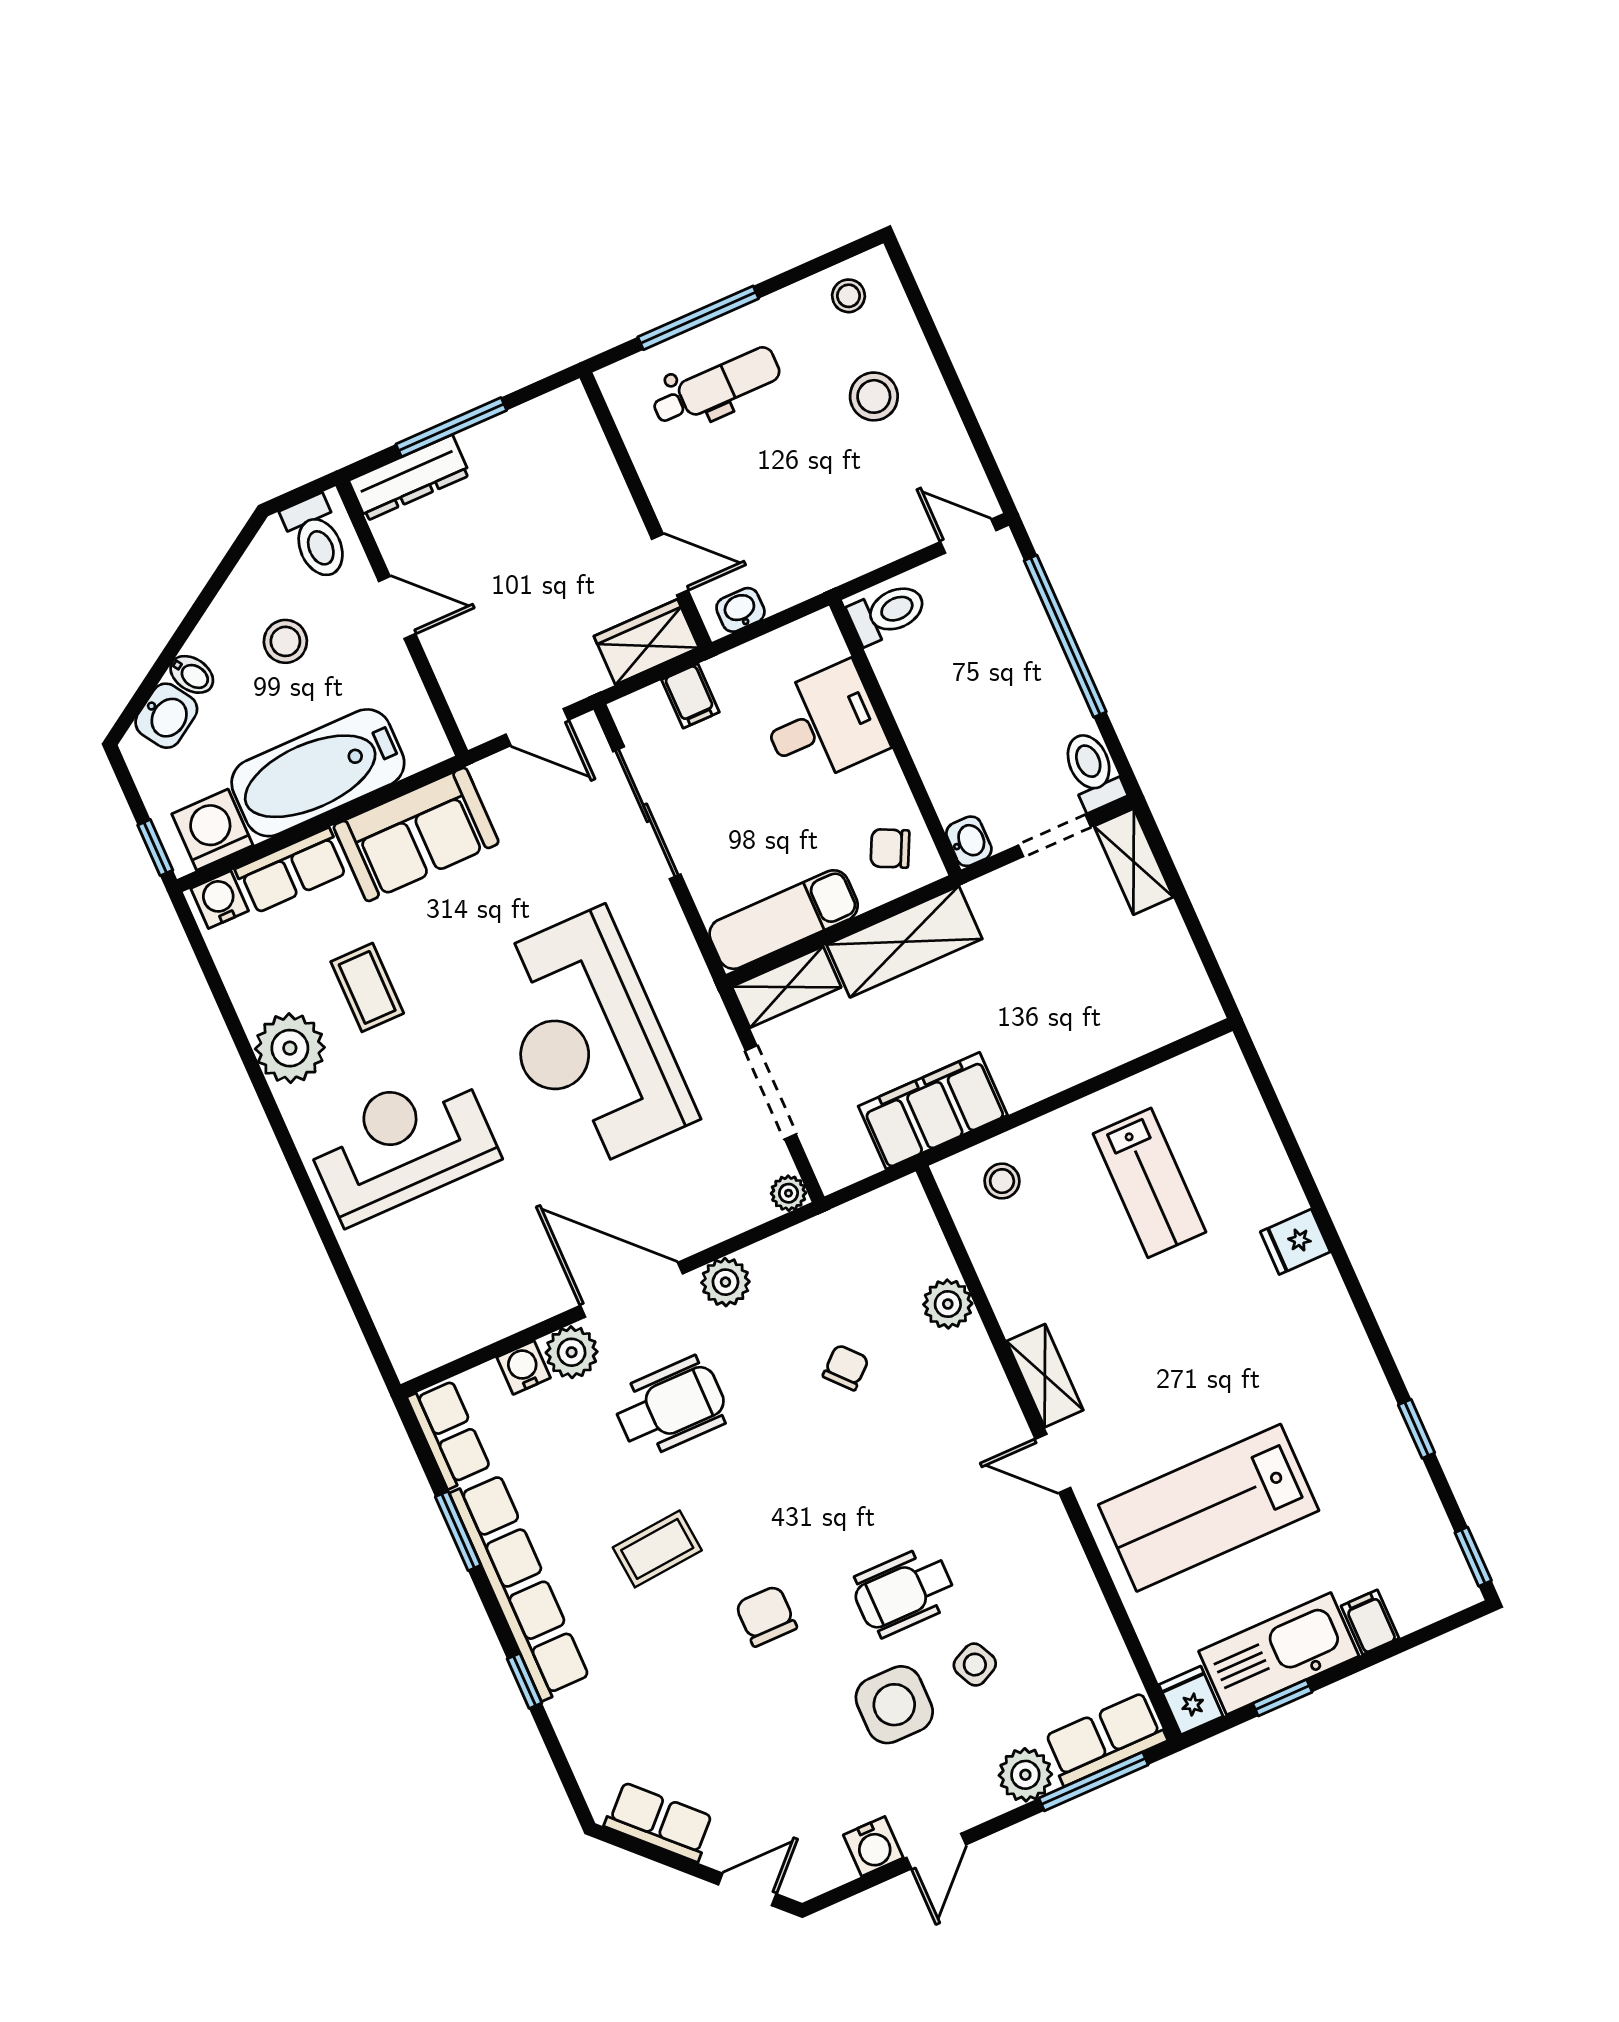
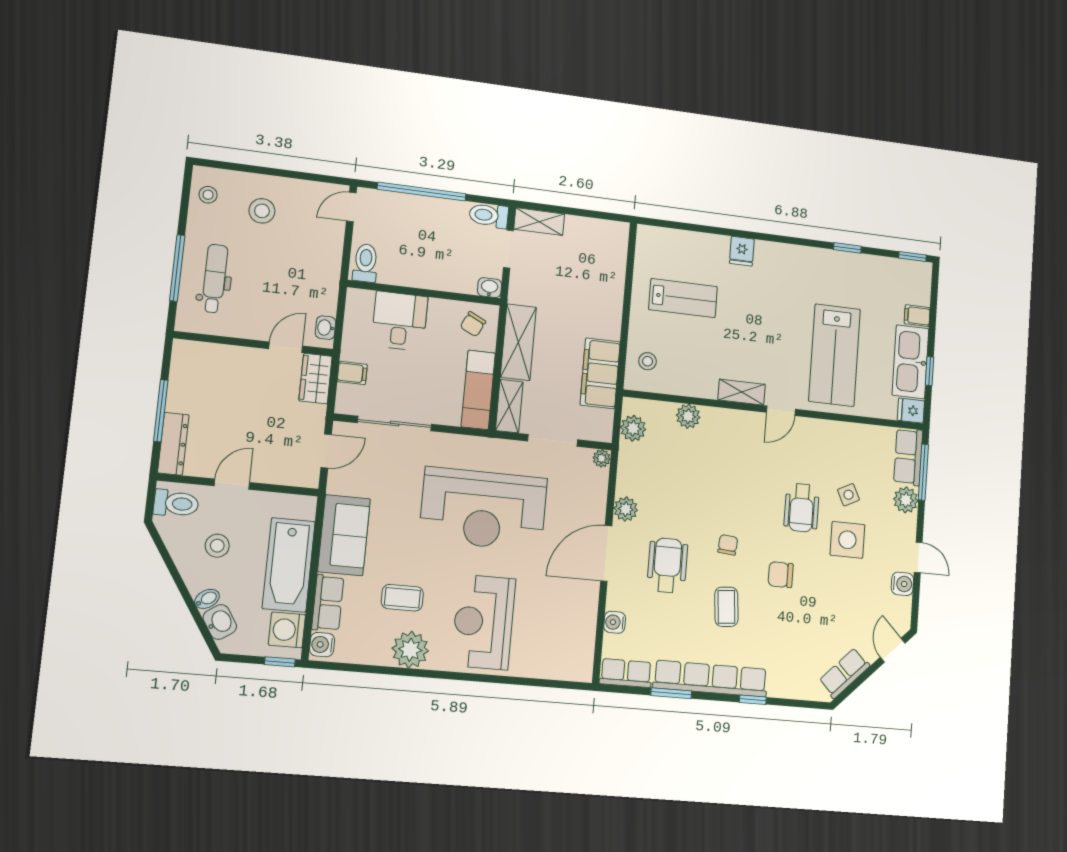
plant: (572, 1352) -> (633, 428), moved
chair: (846, 1367) -> (728, 545), moved, turned 47

